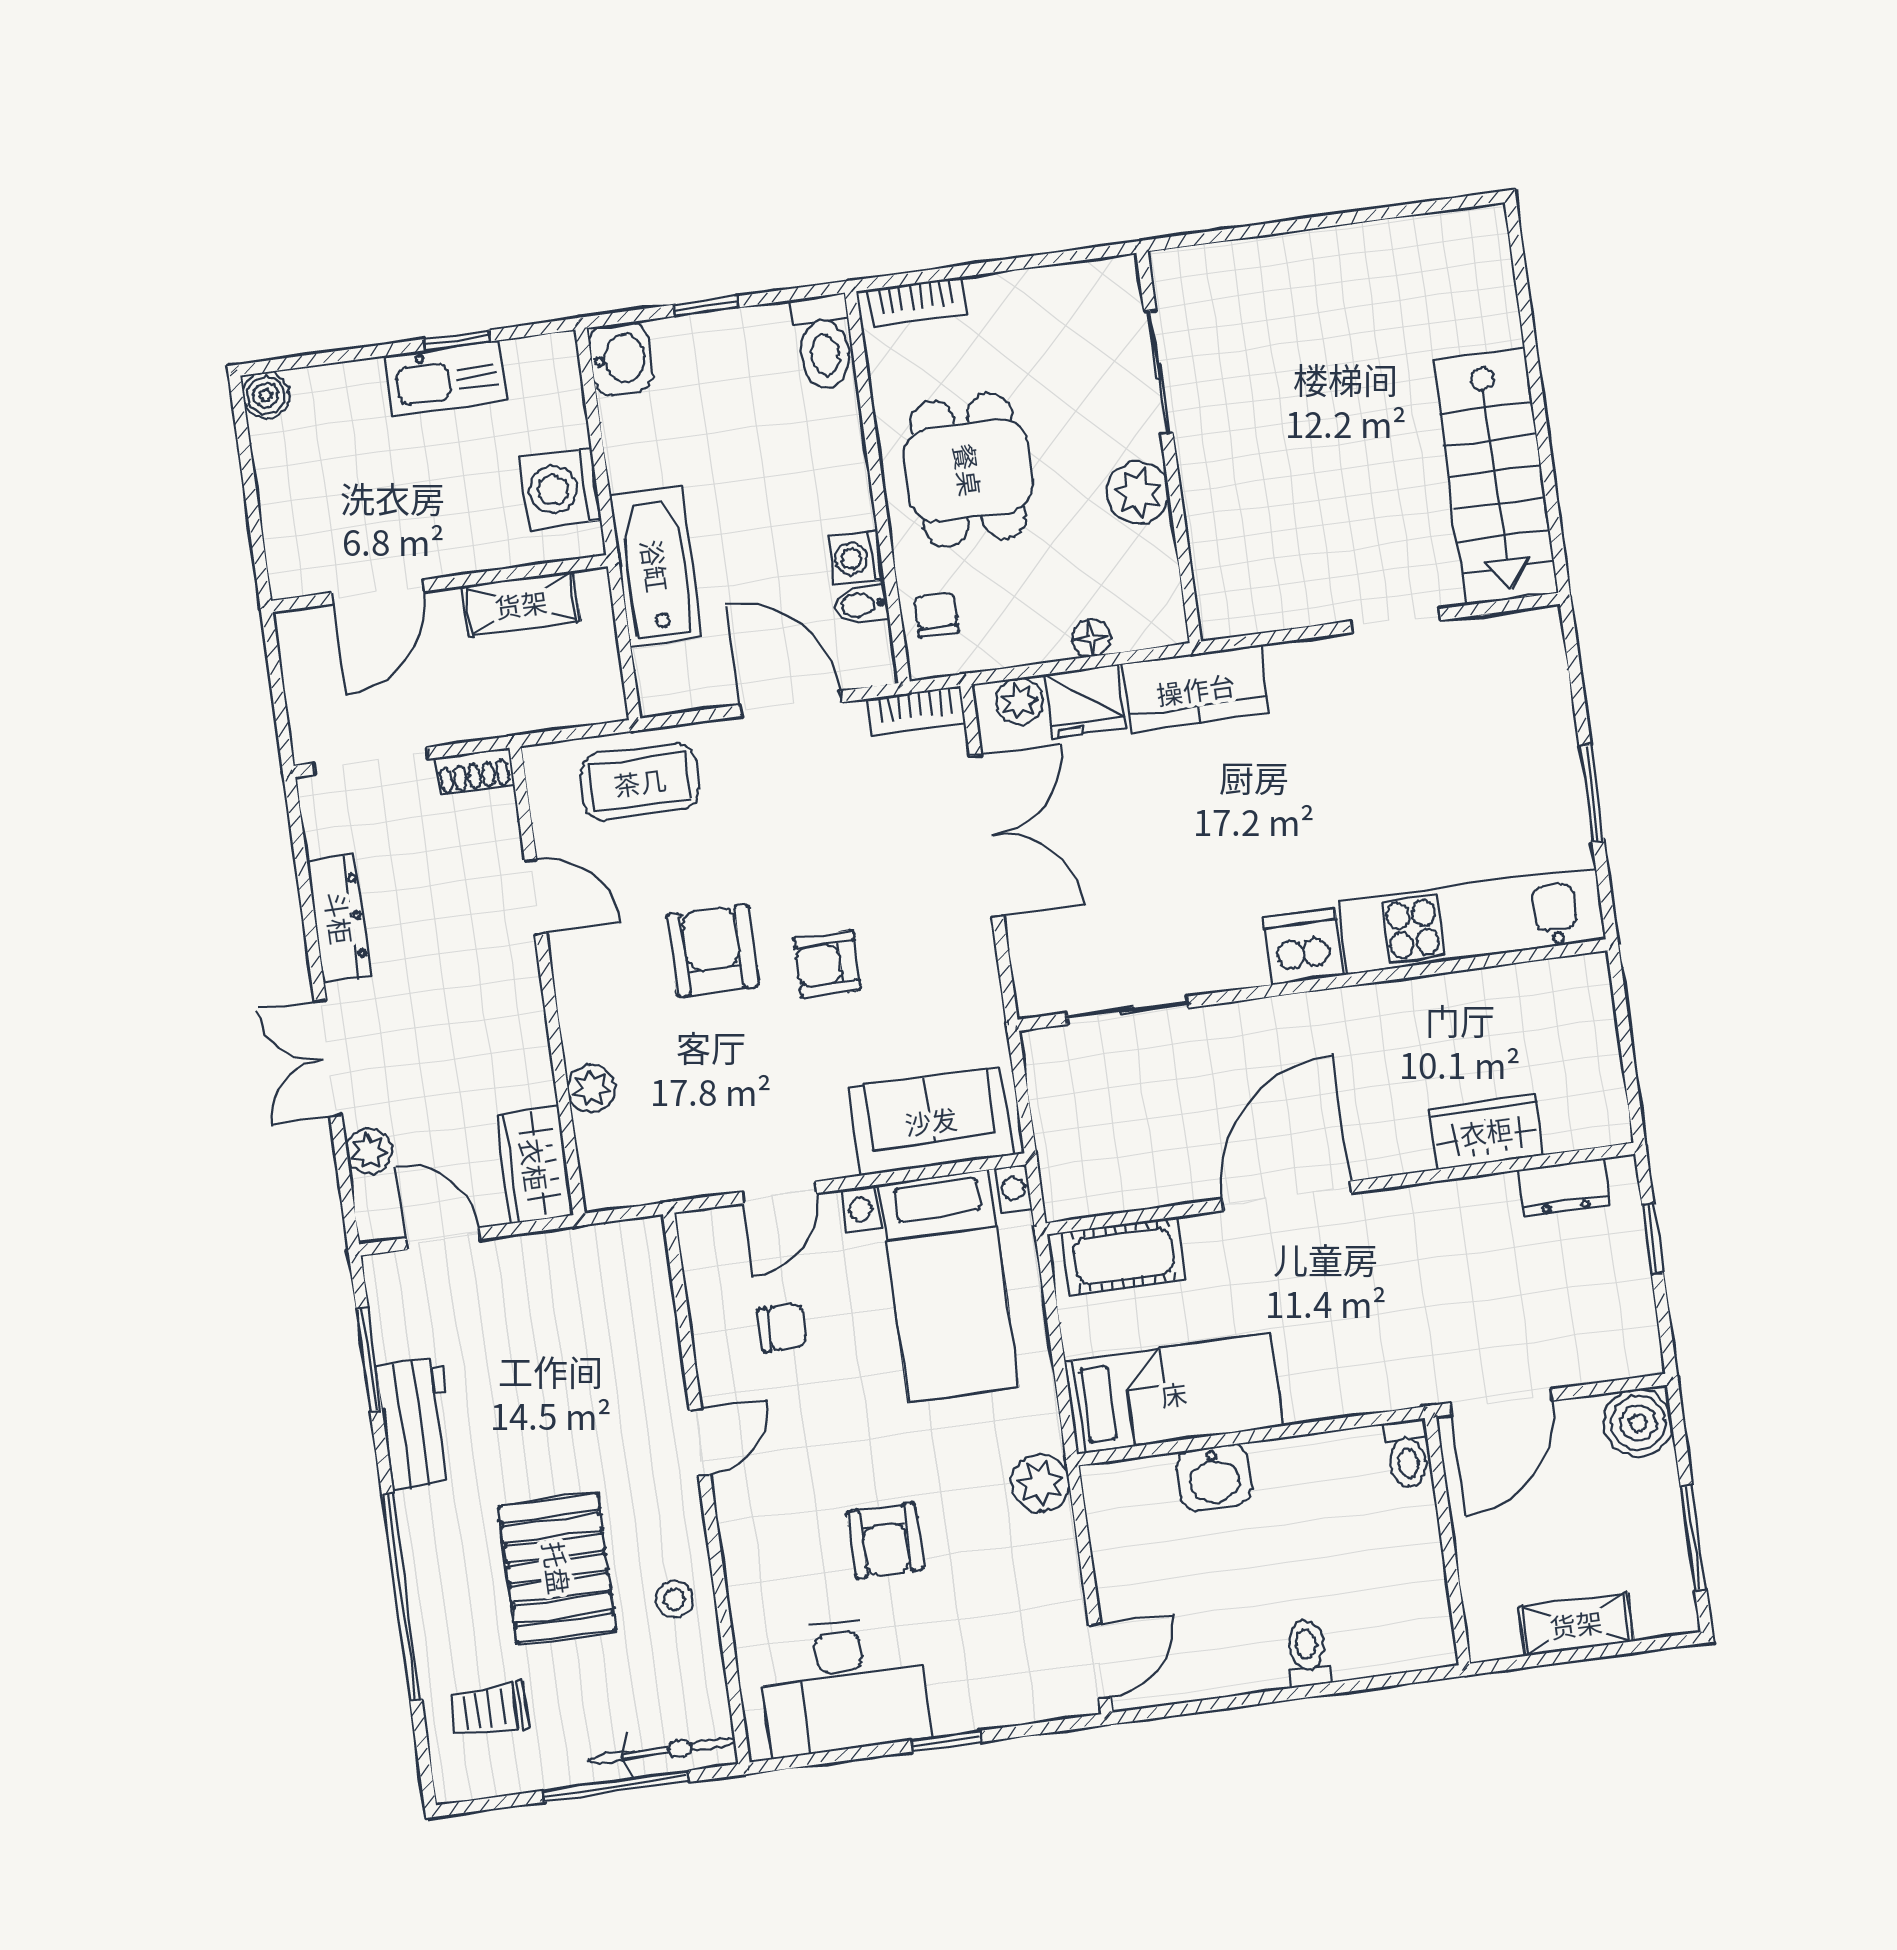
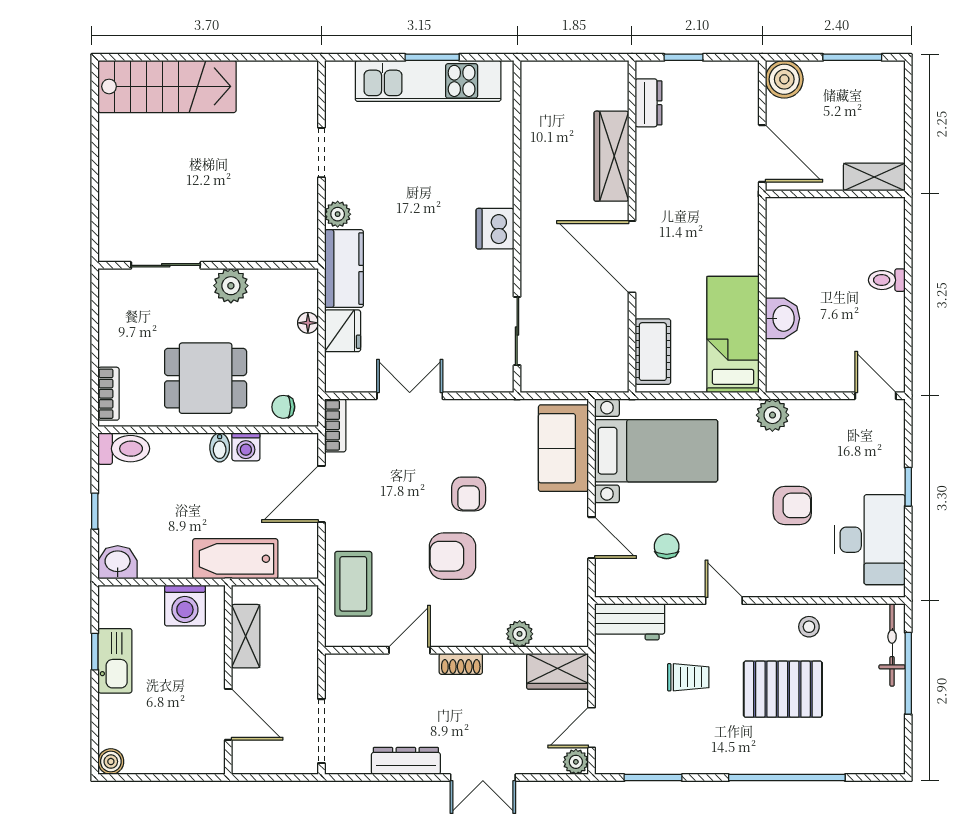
stairs: (1495, 477) -> (167, 86), moved
bidet: (862, 605) -> (220, 447), moved
plant: (1020, 701) -> (338, 214), moved
shoe rack: (474, 771) -> (461, 664), moved, turned 90
double door: (987, 836) -> (410, 396), width x0.73
kitchen unit: (1472, 921) -> (428, 81), moved, turned -90
wardrobe: (1486, 1131) -> (611, 156), width x1.50
plant: (369, 1151) -> (576, 762), moved
workbench: (416, 1423) -> (630, 622), moved, turned 180
toilet: (1407, 1454) -> (784, 210), removed
shelving: (1576, 1624) -> (874, 177), moved, turned 90
trolley: (489, 1709) -> (688, 677), moved, turned -90

